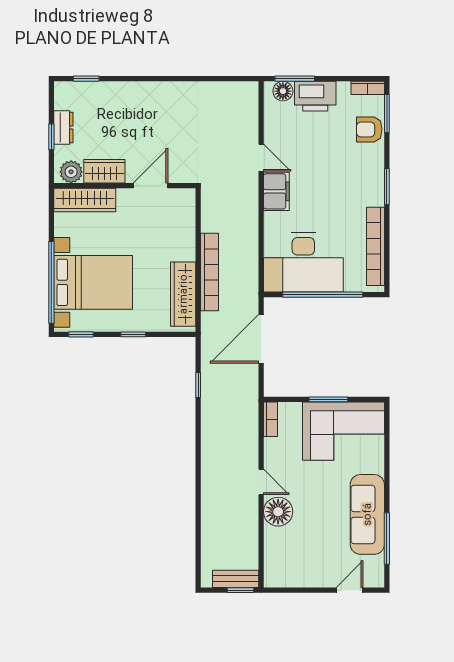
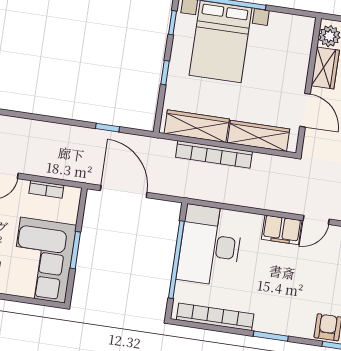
wardrobe: (85, 200) -> (258, 136), moved, turned 90
door: (261, 339) -> (124, 191), moved
bookcase: (271, 419) -> (46, 189), moved

